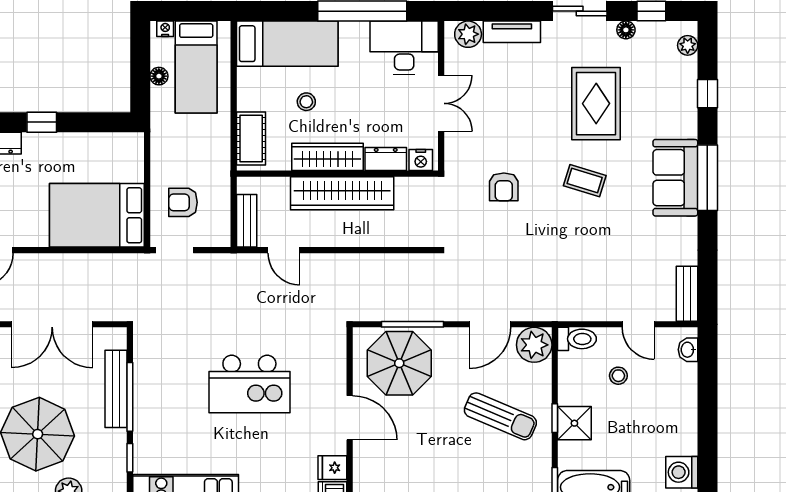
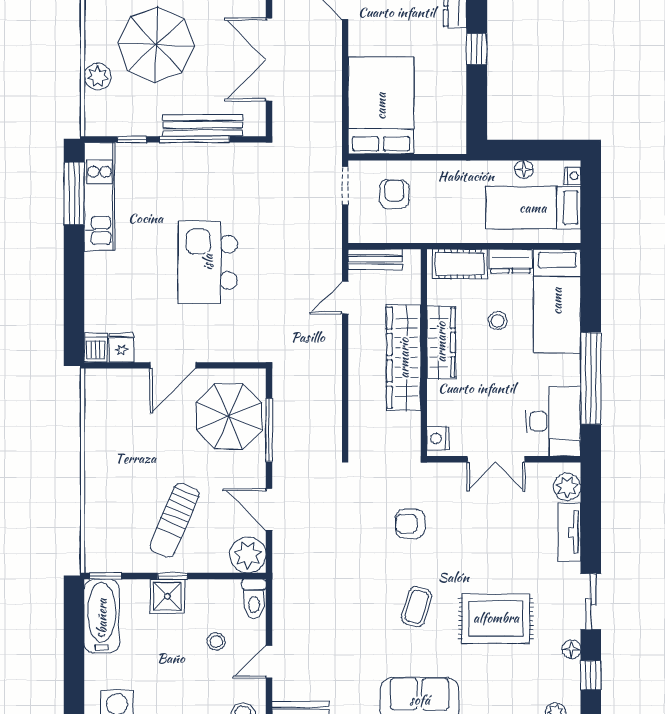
dresser: (386, 159) -> (511, 261), moved, turned 90

